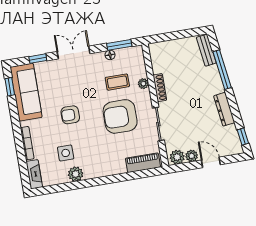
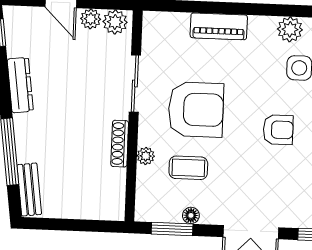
piano: (143, 163) -> (219, 26), moved

